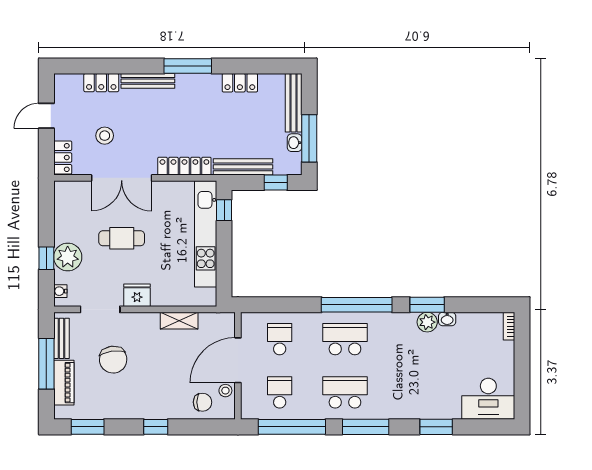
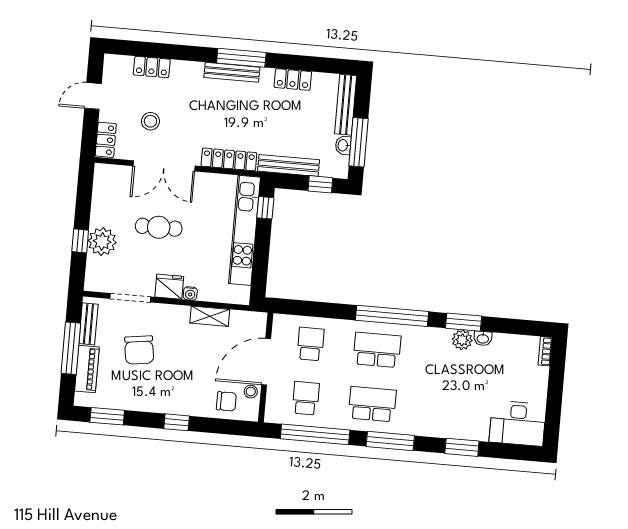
bench: (148, 81) -> (232, 72), moved
water cooler: (60, 291) -> (190, 293), moved, turned -90

